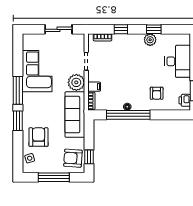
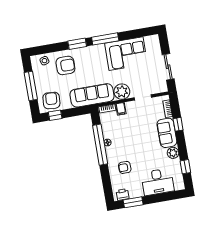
window: (154, 29) -> (185, 167), moved
sofa: (128, 43) -> (167, 133), added

